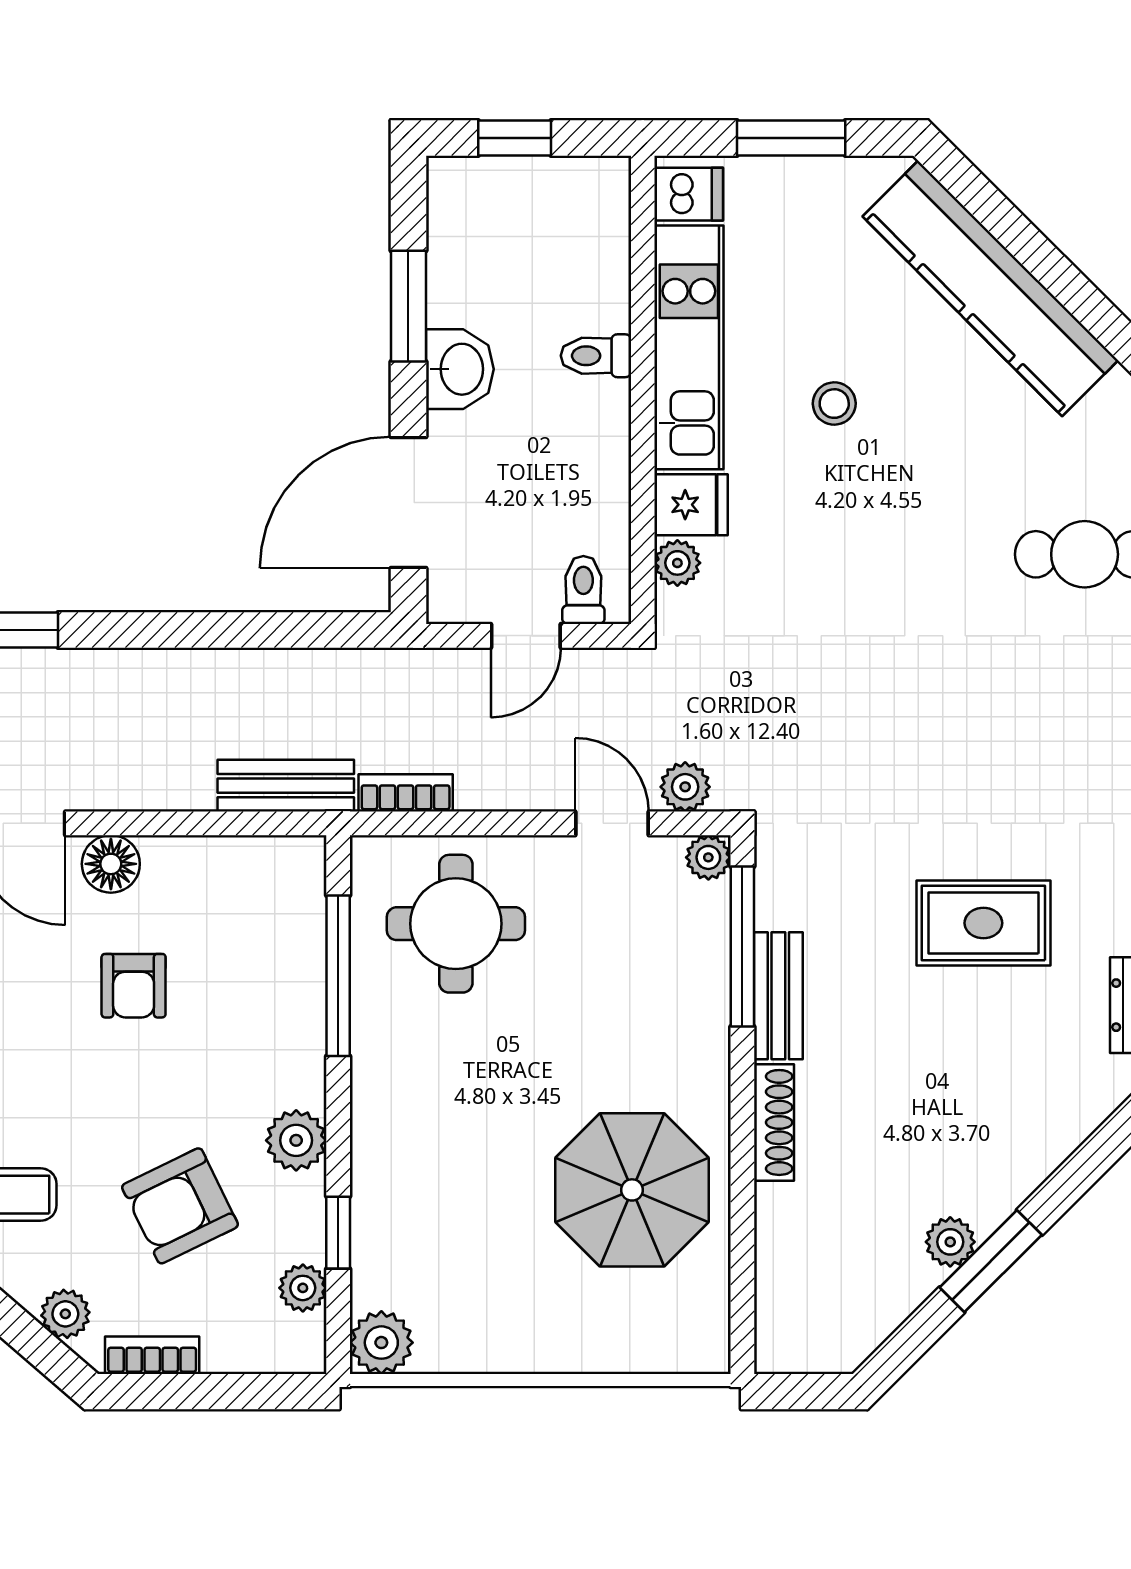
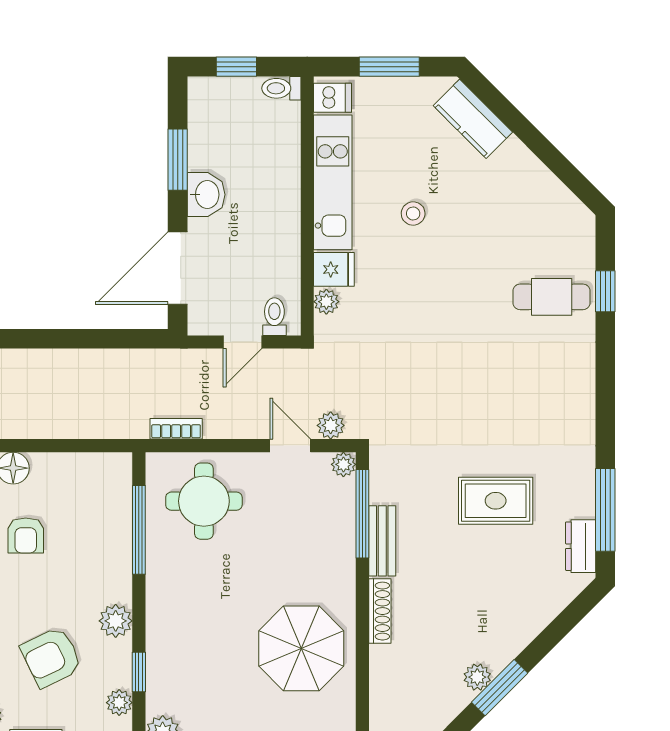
kitchen counter: (990, 288) -> (473, 119), width x0.48, depth x0.86
toilet: (596, 356) -> (281, 88), moved
bench: (286, 786) -> (110, 425), removed

